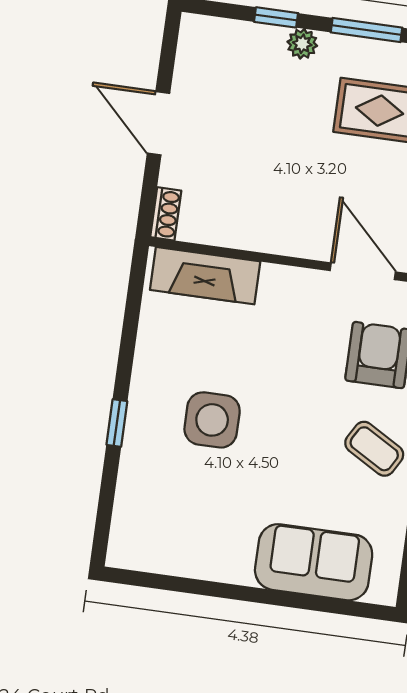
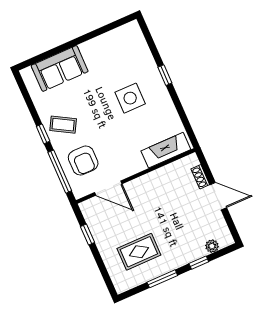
plant: (302, 44) -> (212, 246), moved
shoe rack: (166, 214) -> (200, 177), moved

